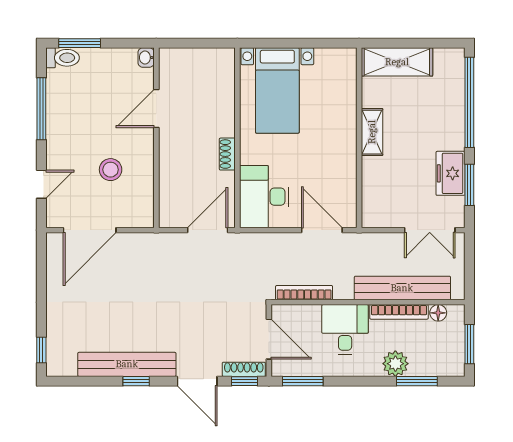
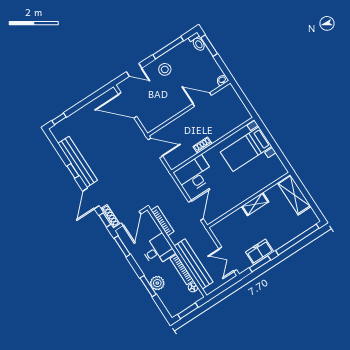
stool: (111, 170) -> (165, 69), moved
door: (208, 230) -> (155, 148), moved
window: (417, 381) -> (148, 286), moved

